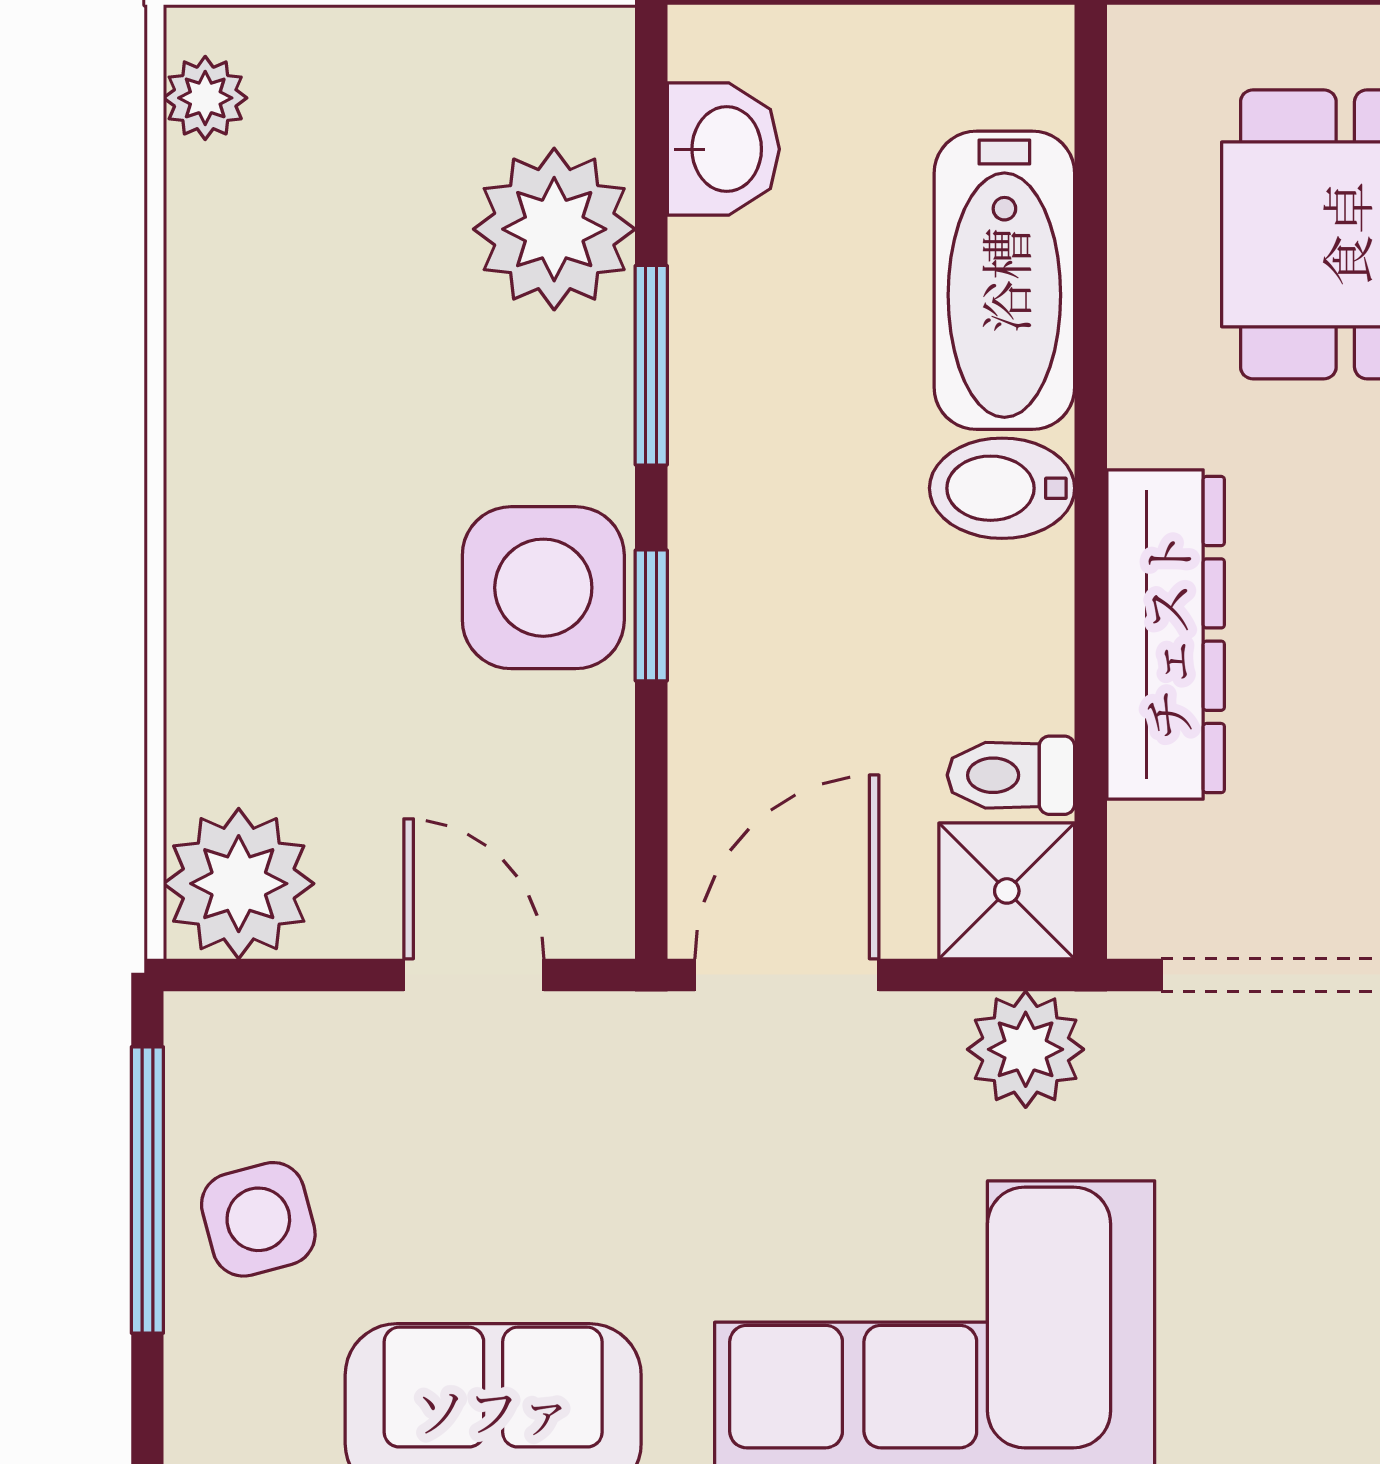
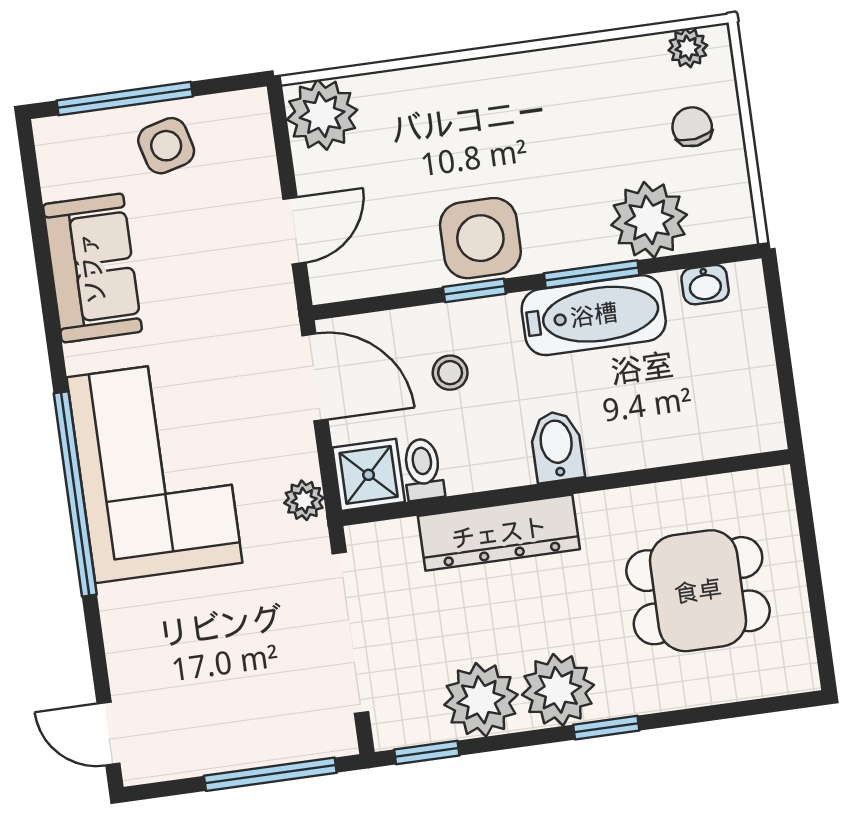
chair: (372, 112) -> (692, 127), added
washbasin: (723, 149) -> (705, 285), width x0.72, depth x0.69
bathtub: (1004, 280) -> (594, 315), moved, turned 180
stool: (816, 690) -> (450, 373), added
plant: (1026, 1049) -> (304, 500), width x0.73, depth x0.73
window: (147, 1190) -> (125, 98), moved

